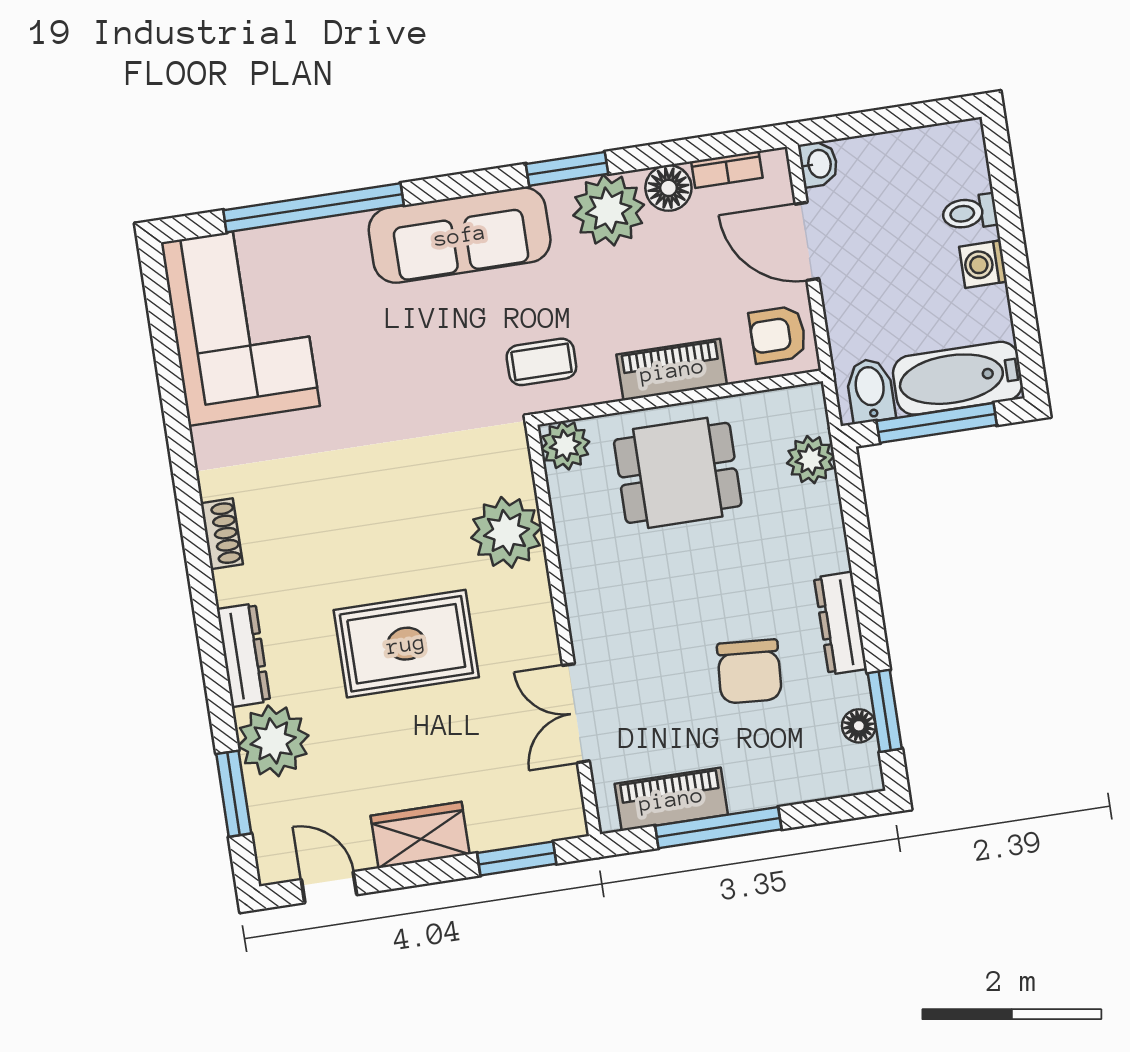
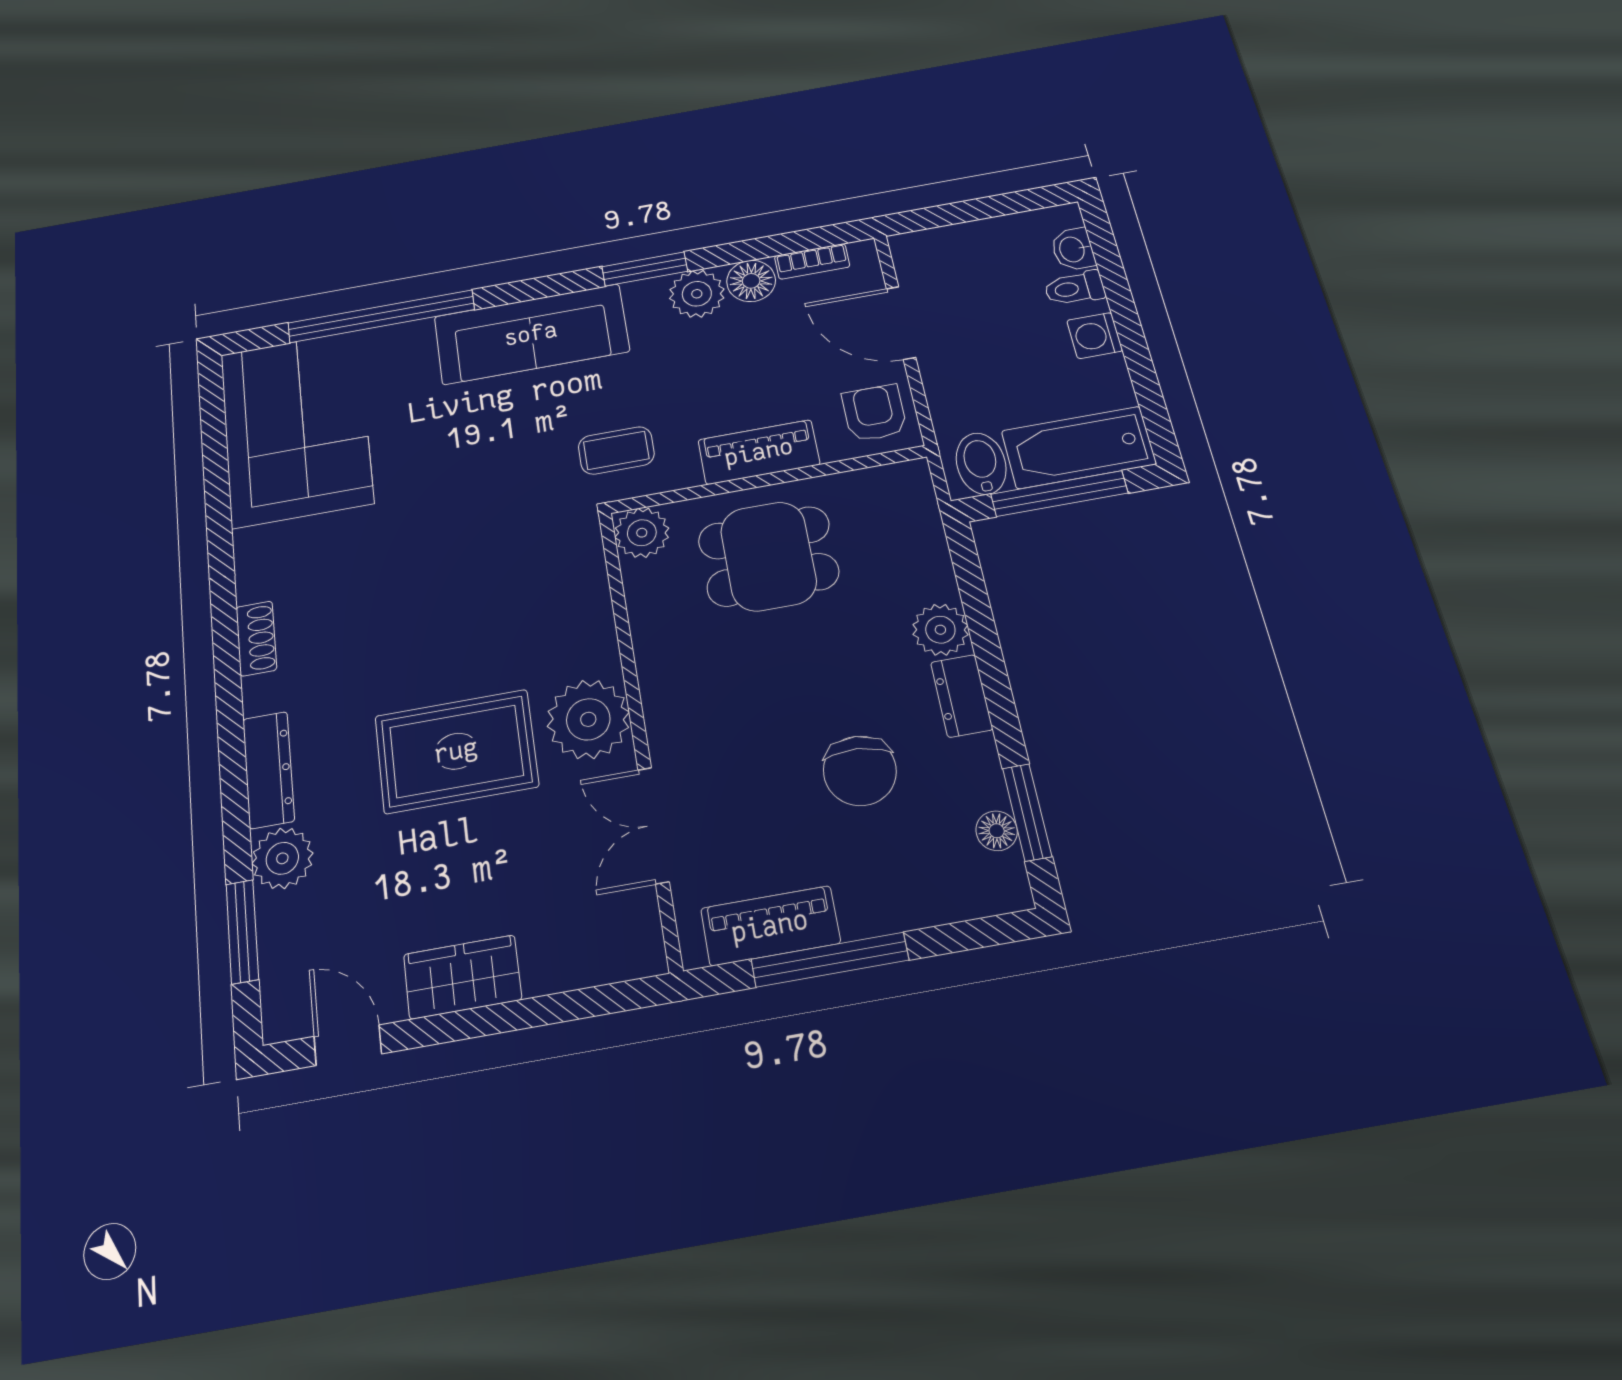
washbasin: (818, 164) -> (1073, 249), moved, turned 180
plant: (609, 210) -> (697, 294), width x0.73, depth x0.73
armchair: (778, 335) -> (874, 413), turned 90
plant: (811, 460) -> (940, 630), moved
plant: (506, 532) -> (588, 719), moved
dresser: (840, 623) -> (962, 696), width x0.70
plant: (273, 741) -> (282, 858), width x0.73, depth x0.73
window: (517, 858) -> (580, 1004), removed

